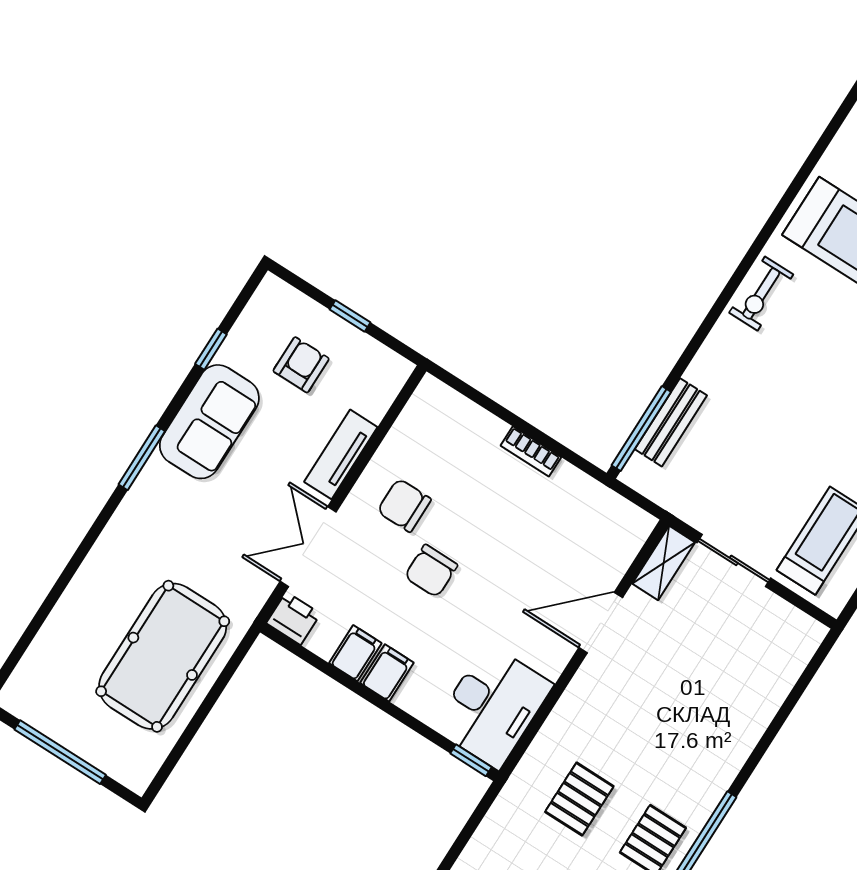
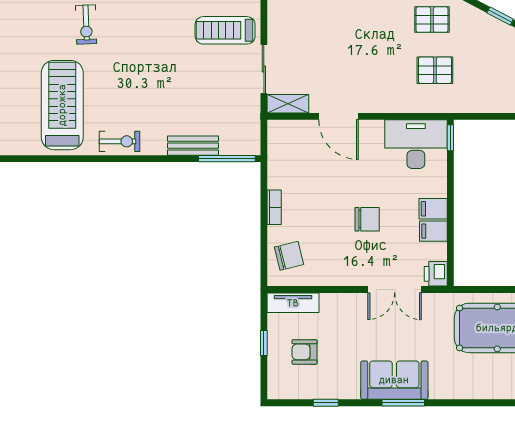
sofa: (209, 422) -> (394, 380), moved
bench: (671, 422) -> (193, 146), moved
tv unit: (341, 454) -> (293, 303), moved
chair: (404, 505) -> (289, 256), moved, turned -104

